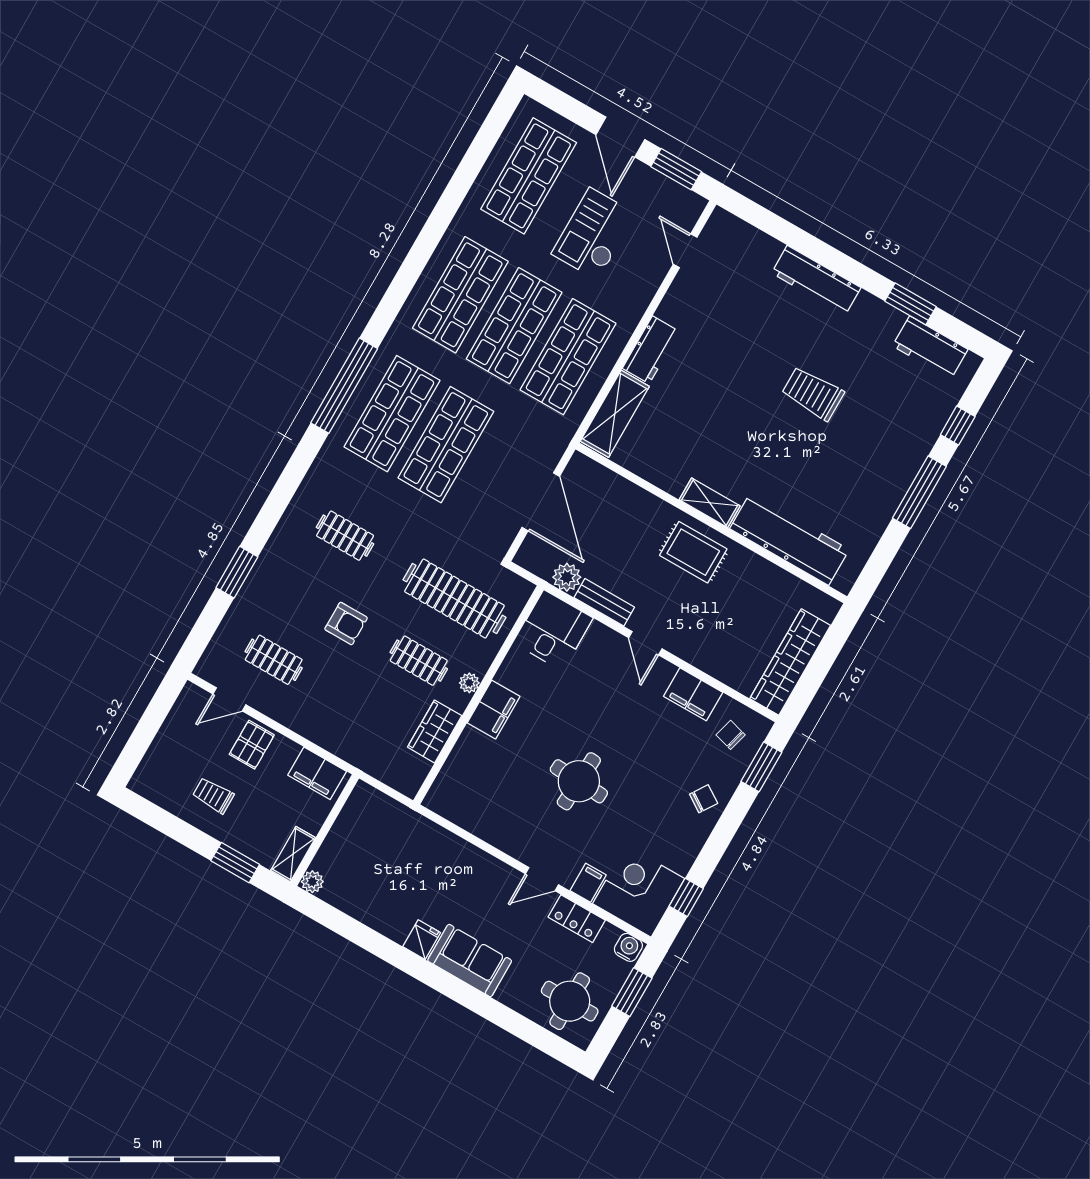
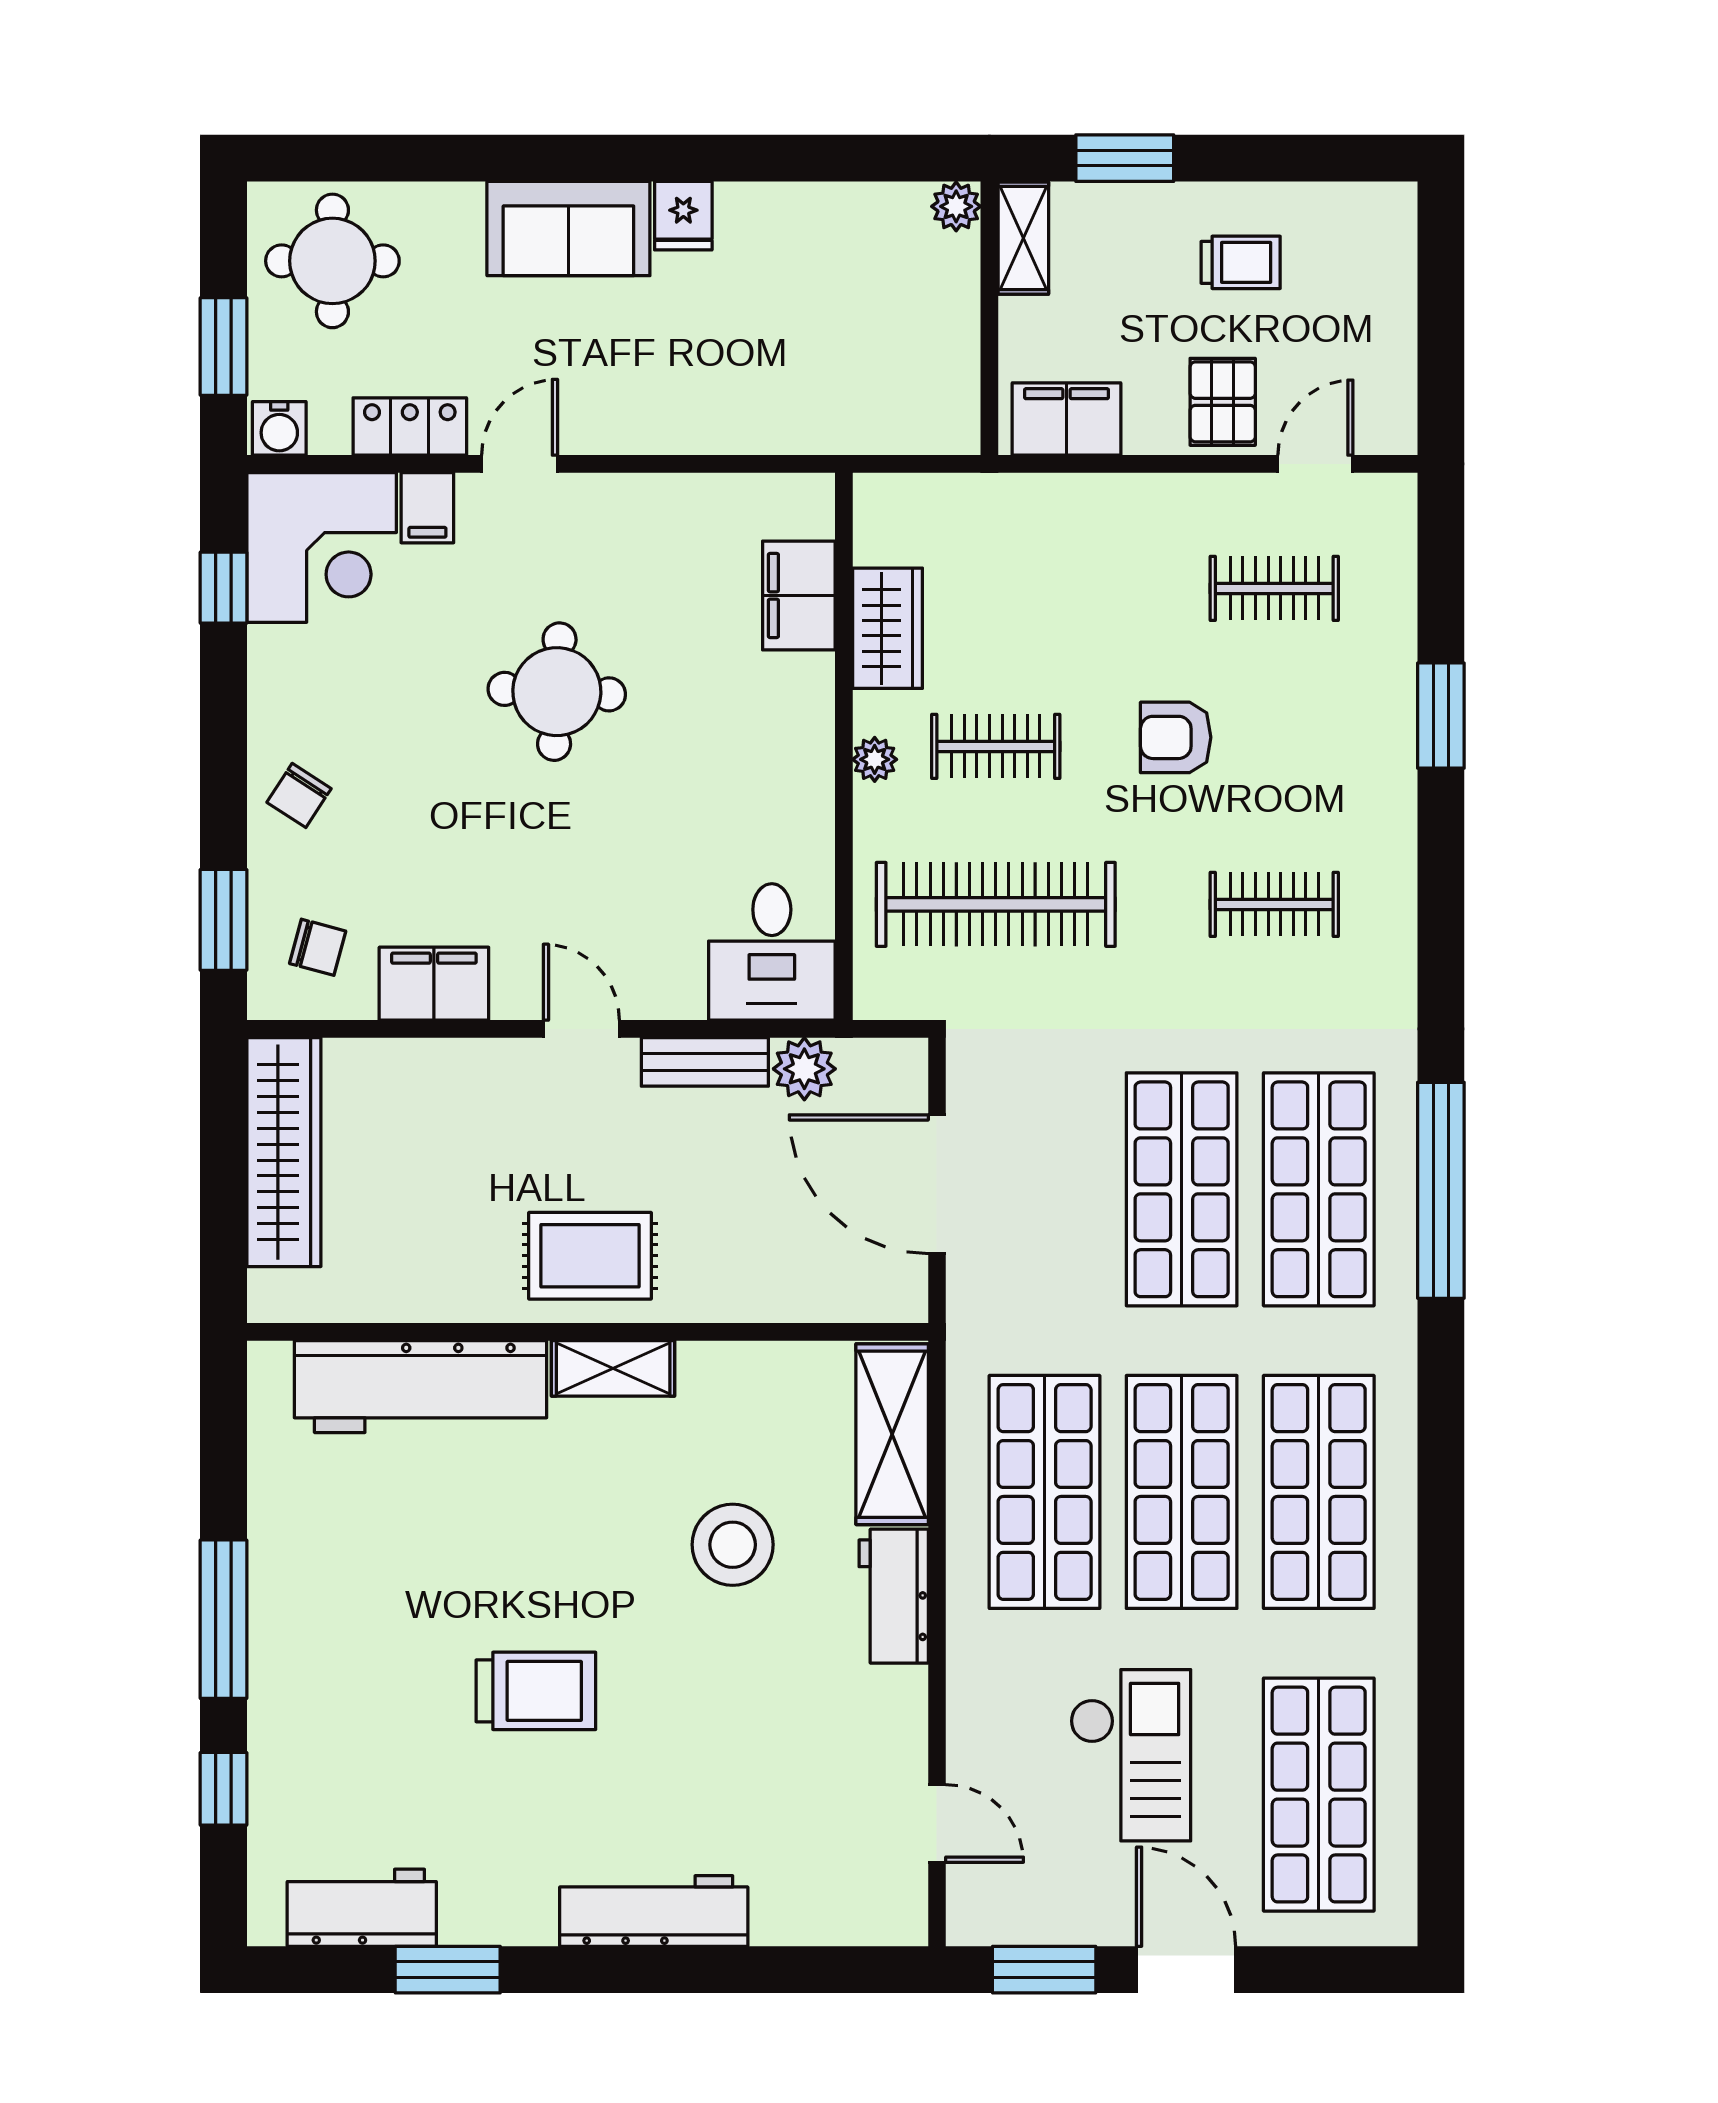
stool: (702, 406) -> (733, 1545), added
filing cabinet: (494, 710) -> (799, 595), moved

